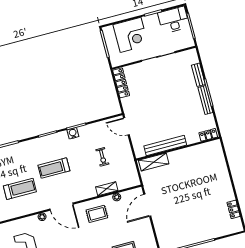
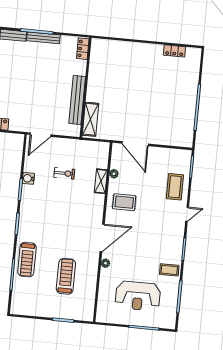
water cooler: (73, 133) -> (28, 178), moved
treadmill: (54, 168) -> (27, 260), moved
rug: (97, 214) -> (124, 202), turned 90

